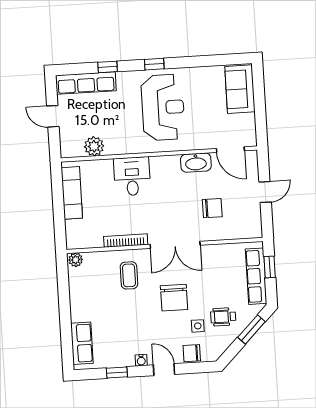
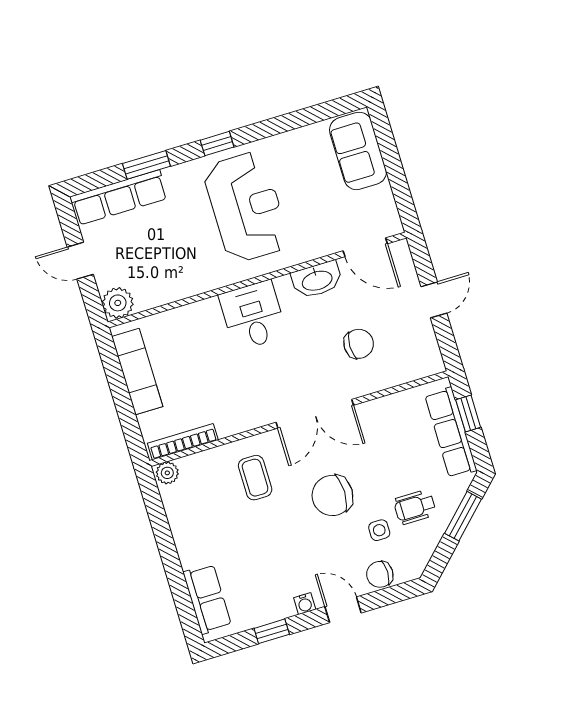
window: (108, 67) -> (146, 165), width x1.50
plant: (94, 146) -> (118, 303), moved
desk: (132, 176) -> (253, 315), moved
bookcase: (126, 241) -> (183, 442), moved
chair: (174, 298) -> (332, 495), turned 90

